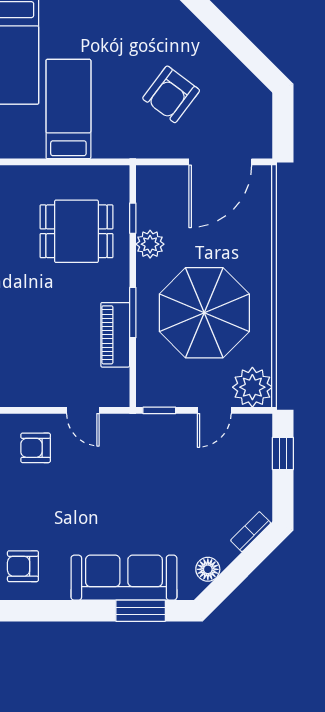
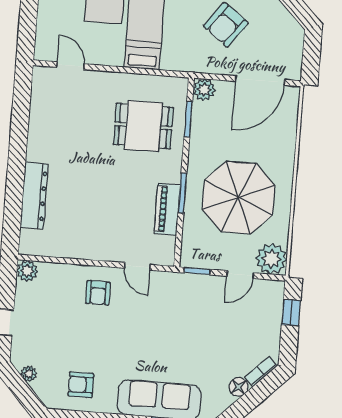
window: (133, 218) -> (188, 119), width x1.50
plant: (150, 244) -> (204, 90), moved
armchair: (36, 448) -> (98, 293), turned -90
floor lamp: (208, 569) -> (239, 387), moved

